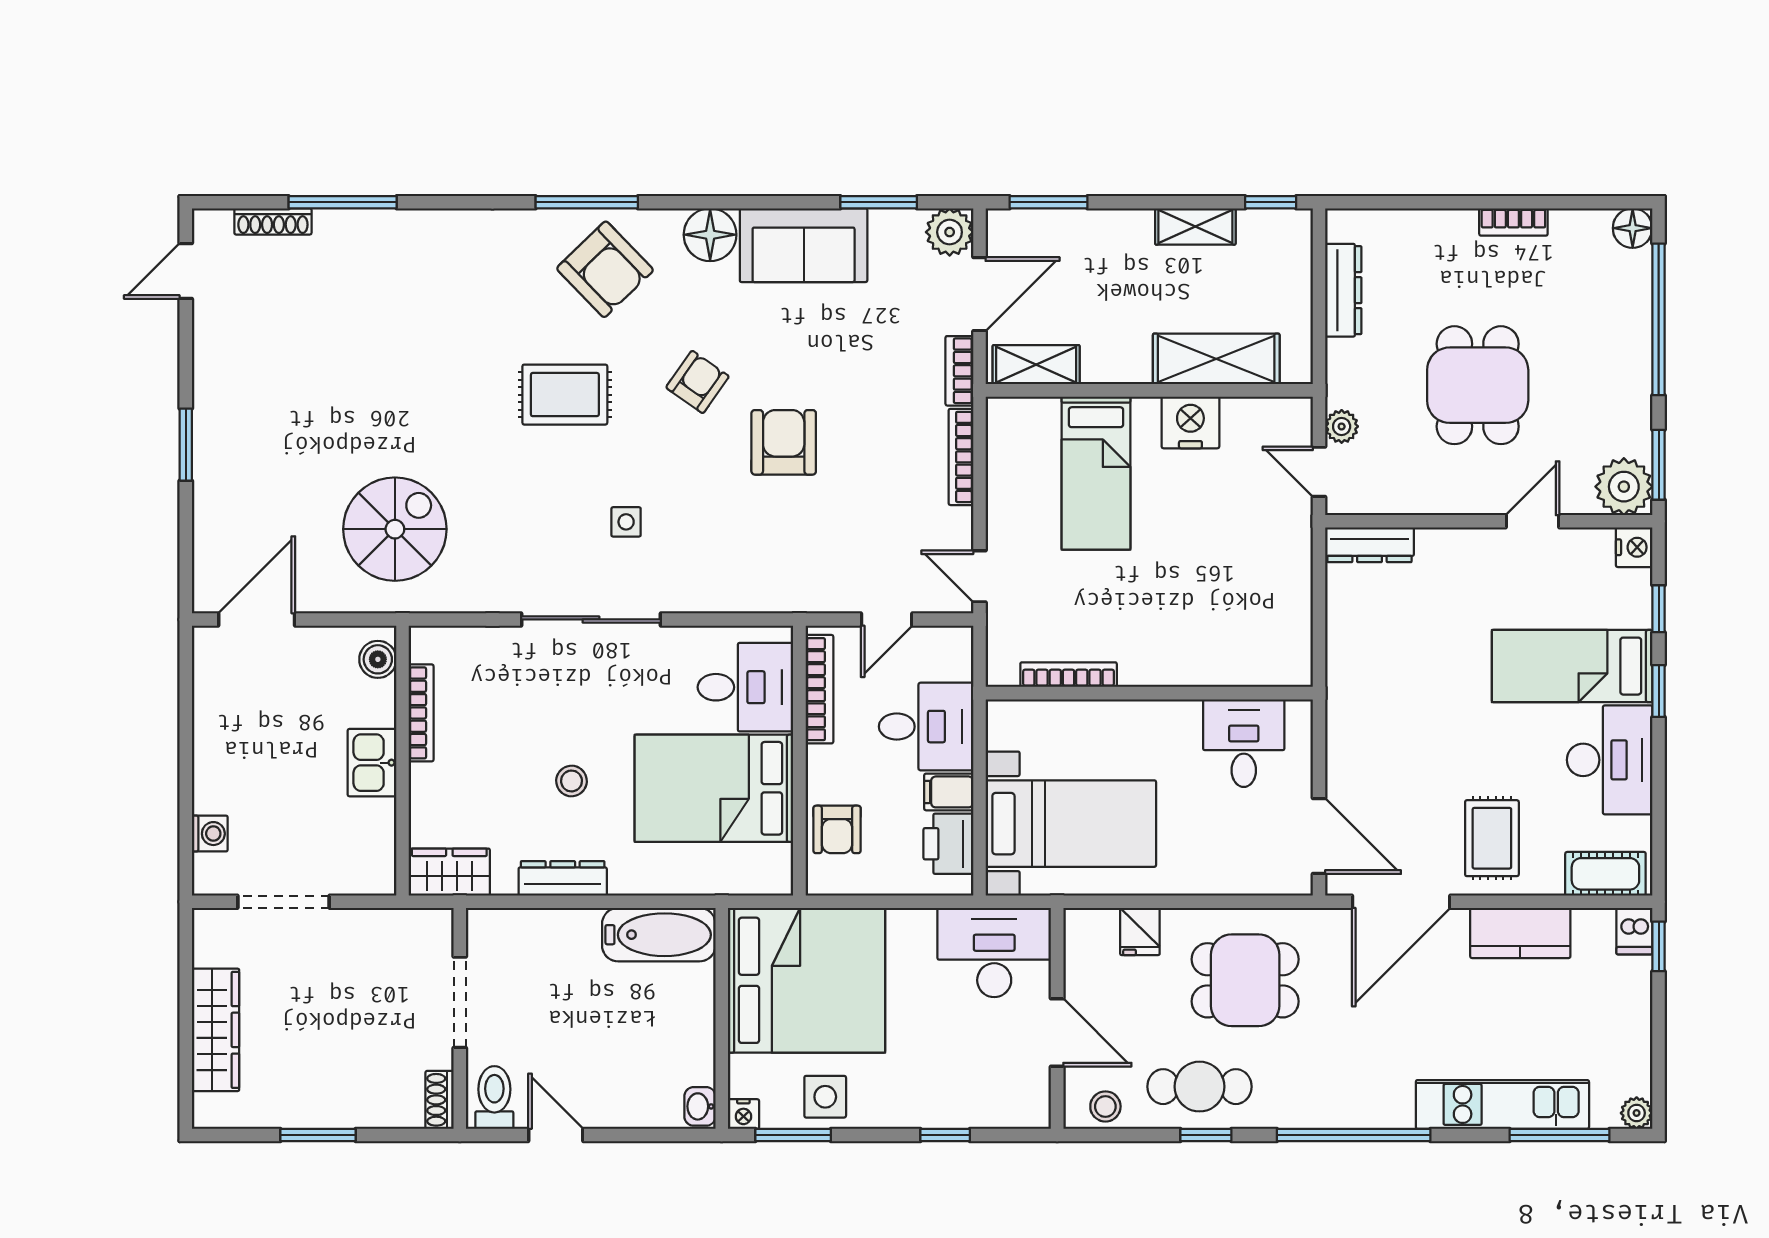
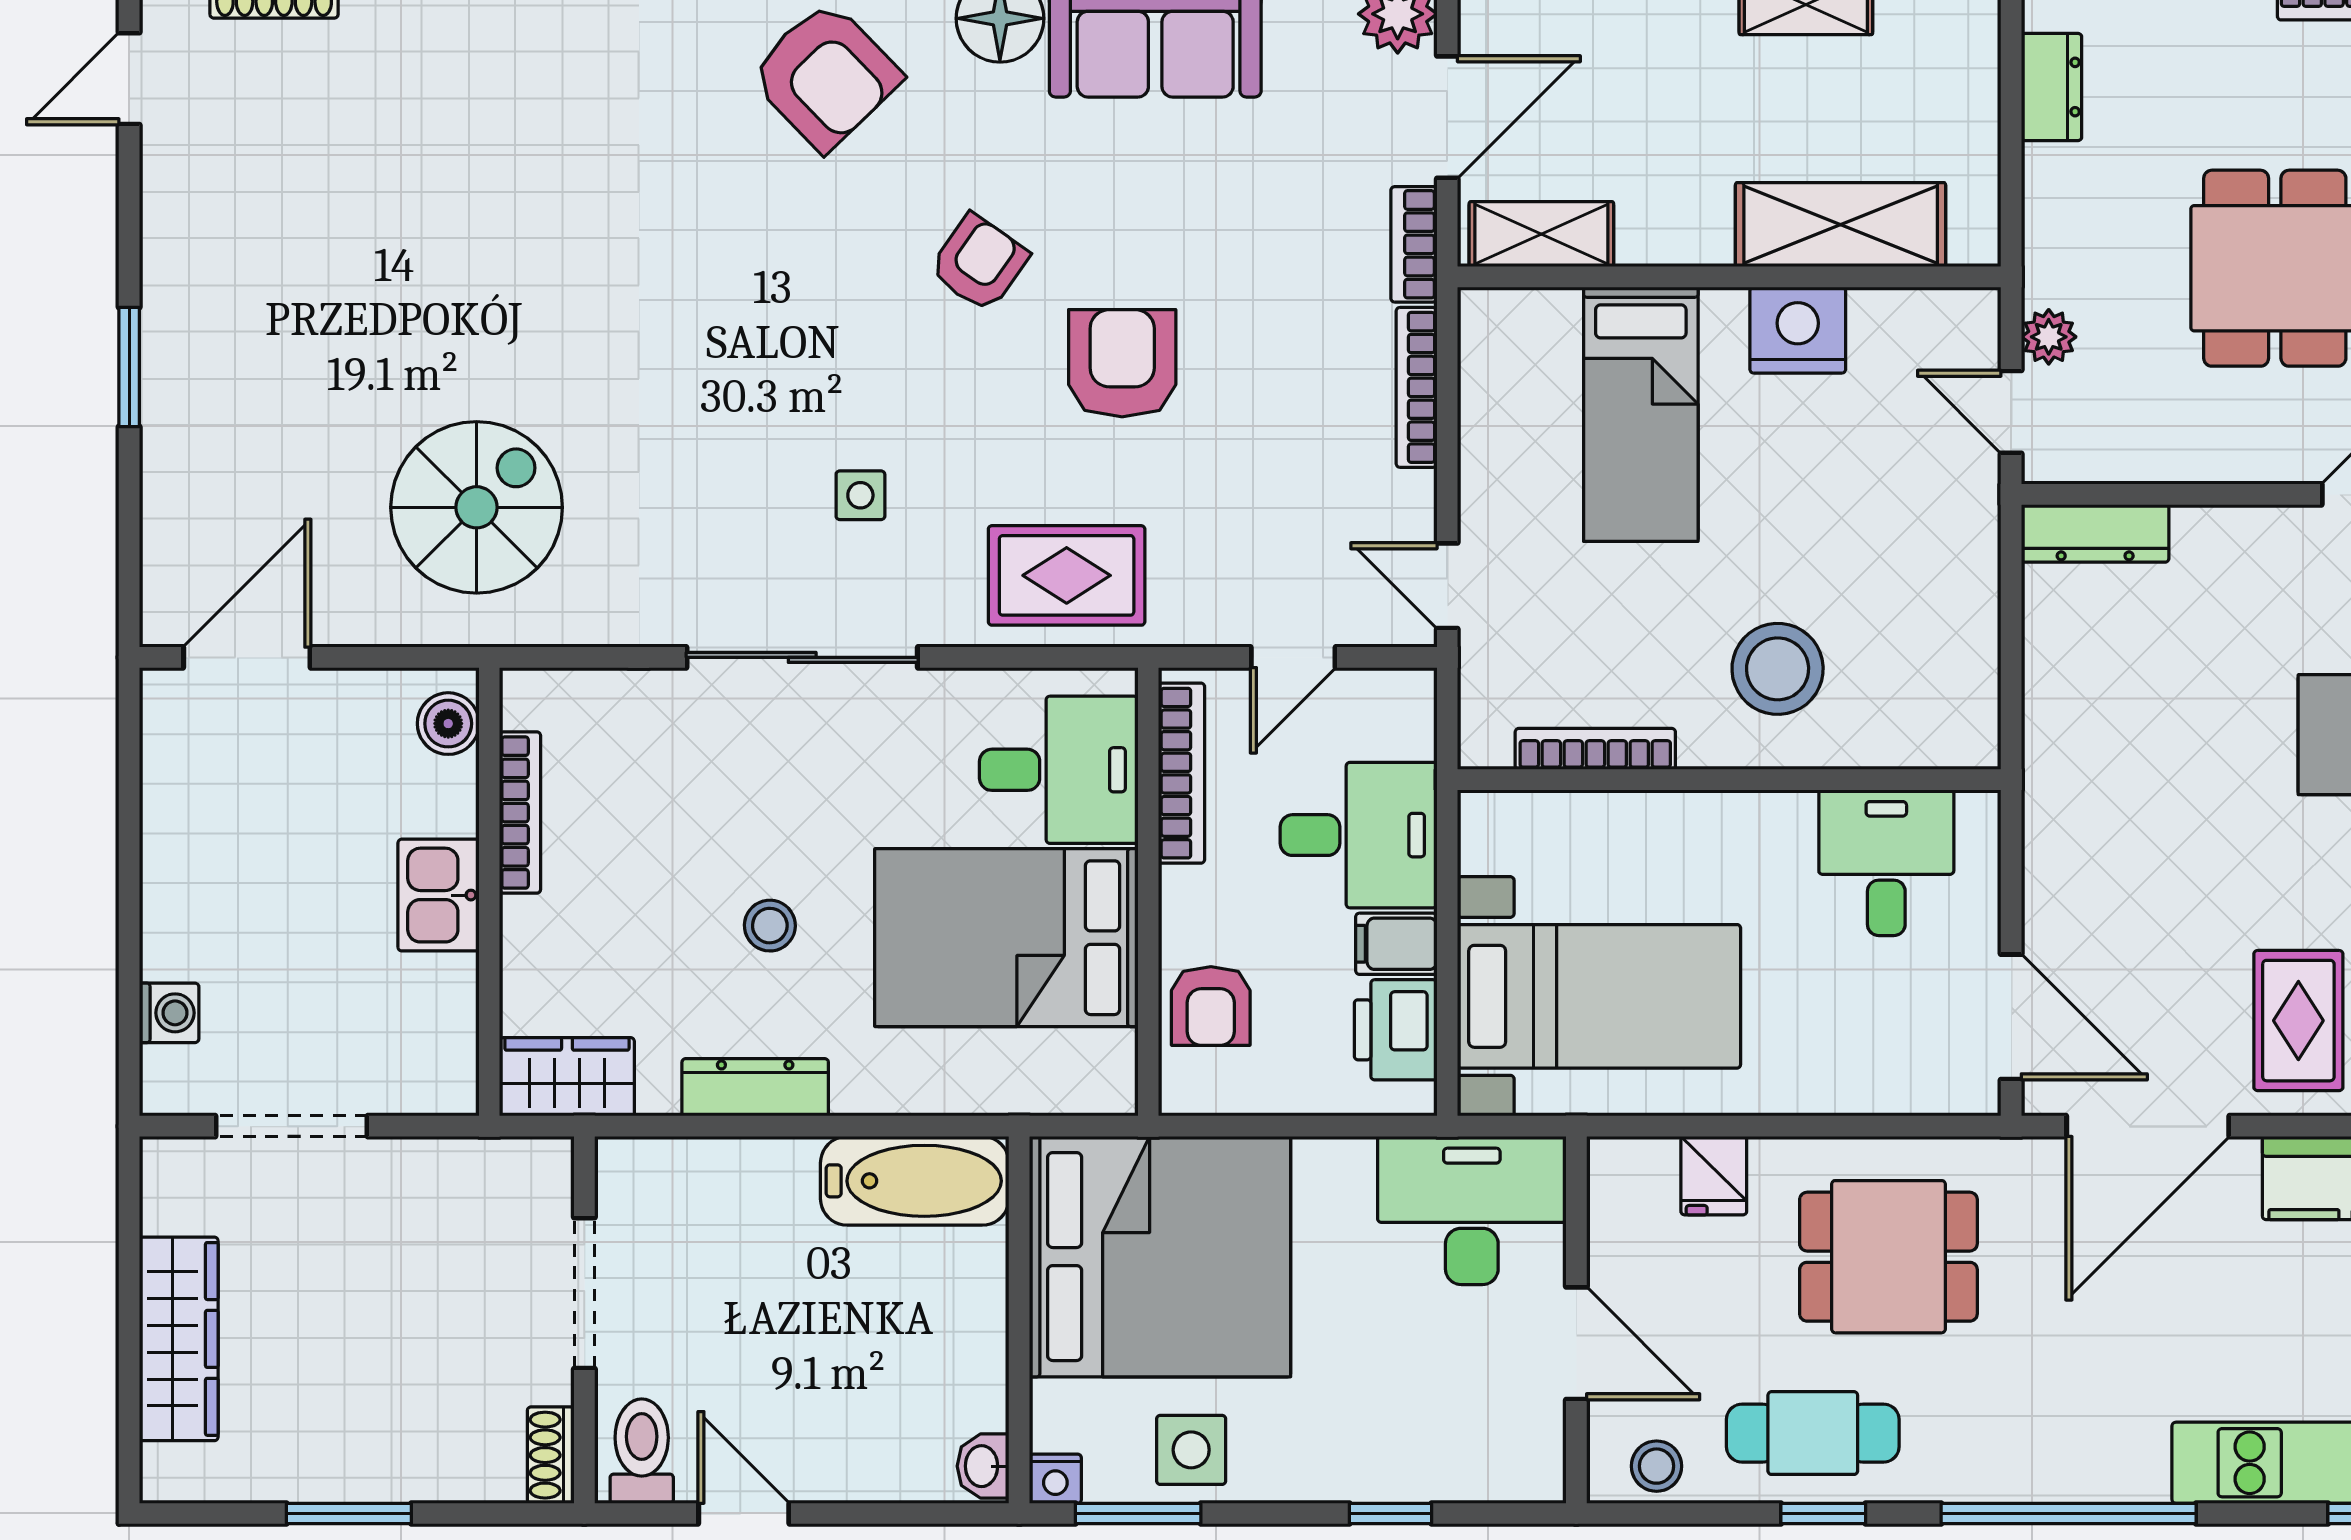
dresser: (1343, 290) -> (2052, 87), width x0.70
rug: (565, 395) -> (1067, 575), moved
stool: (1178, 626) -> (1778, 669), added

